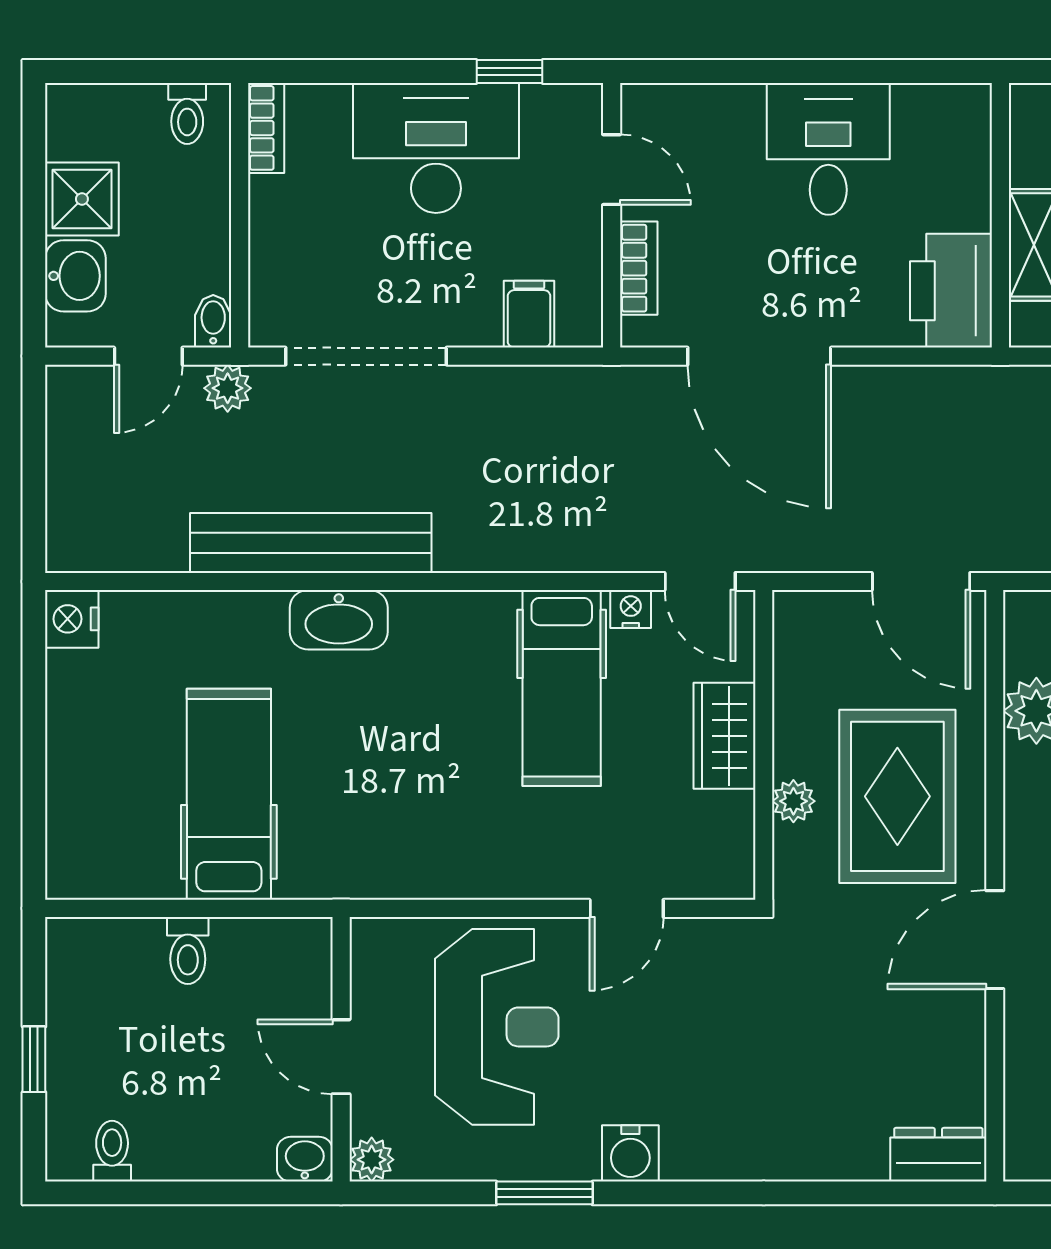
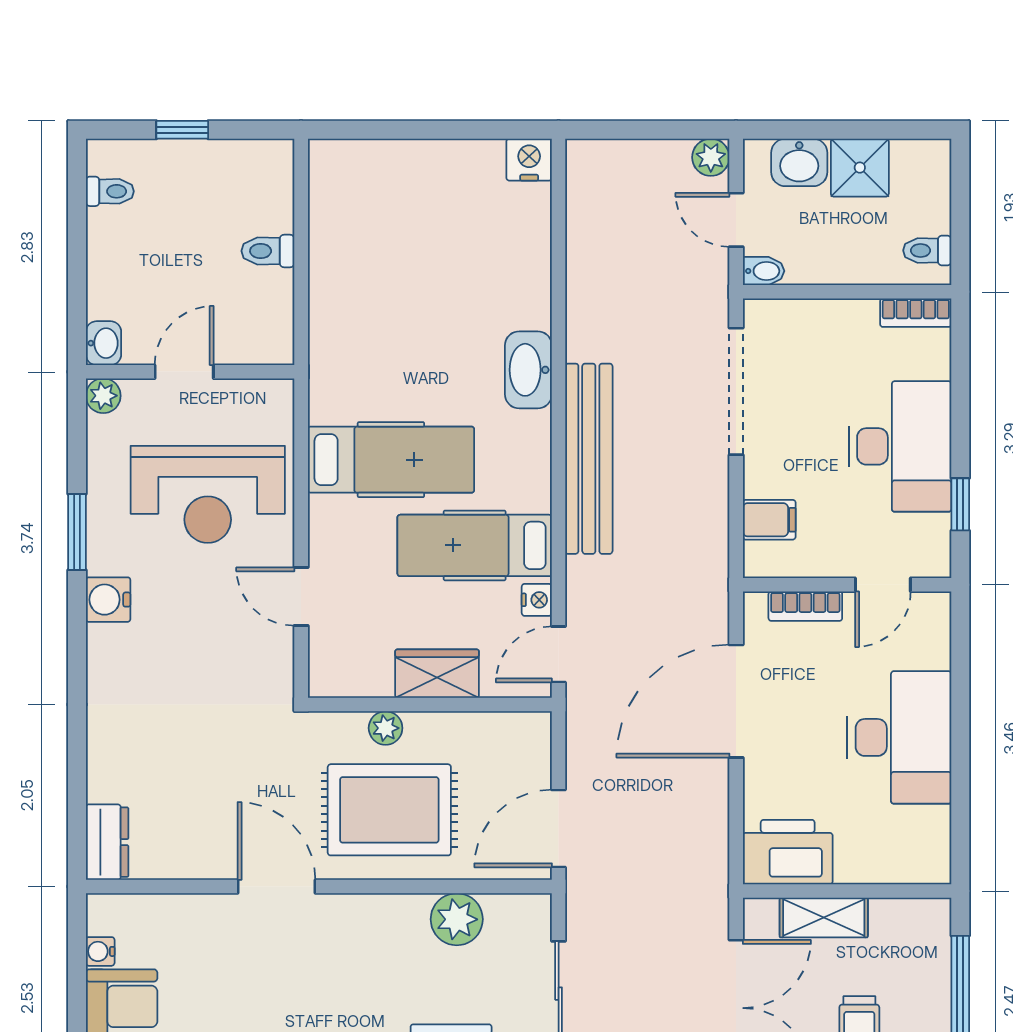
desk: (828, 149) -> (899, 737), width x1.37
plant: (228, 388) -> (711, 157), moved
bench: (311, 543) -> (589, 459), moved
hospital bed: (229, 794) -> (391, 460), moved

